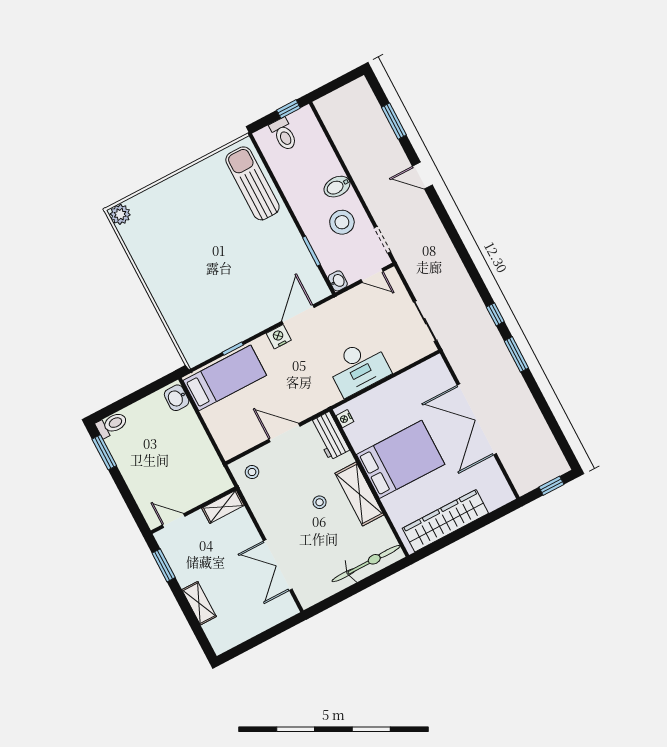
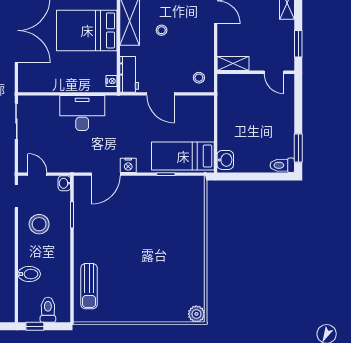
sun lounger: (252, 183) -> (89, 286), width x0.73, depth x0.75
bidet: (337, 187) -> (29, 274), moved

